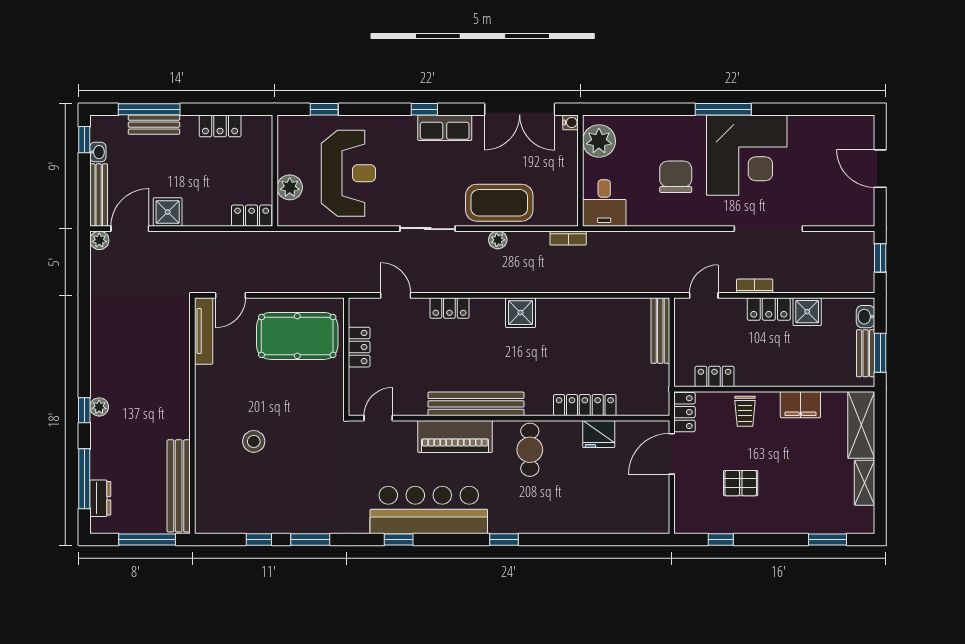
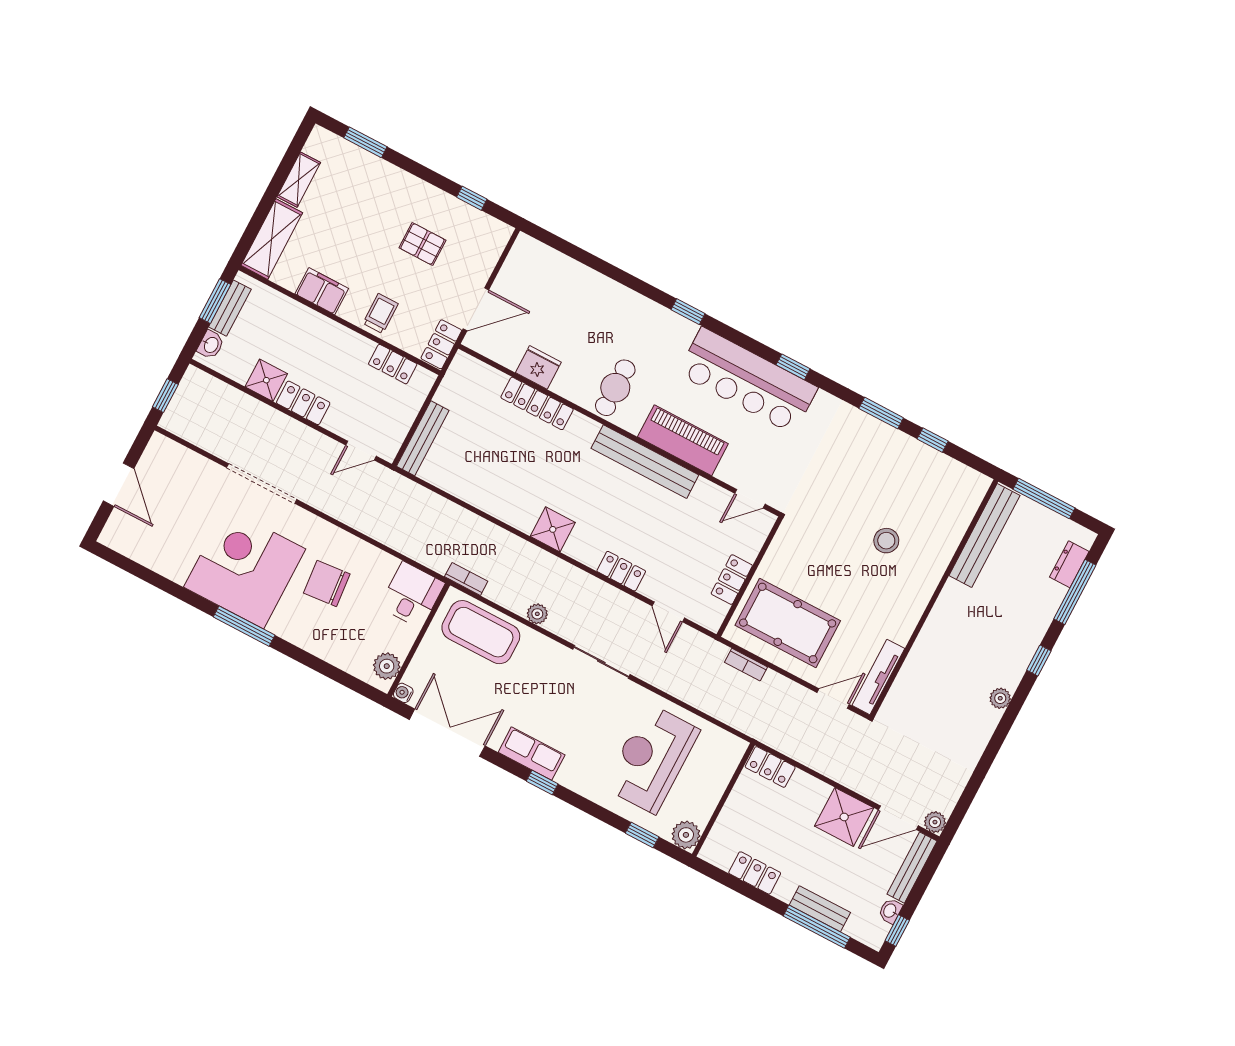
plant: (599, 141) -> (387, 666), width x0.73, depth x0.73
chair: (676, 177) -> (327, 584), turned 85
plant: (290, 187) -> (686, 835), moved
coffee table: (499, 203) -> (481, 632), moved
shower: (168, 212) -> (844, 817), width x1.36, depth x1.36
bookcase: (755, 286) -> (746, 665), moved
plant: (99, 407) -> (1000, 698), moved

